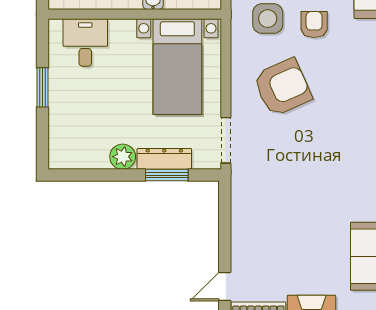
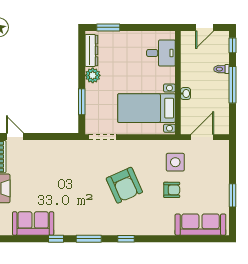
window: (42, 87) -> (108, 27), moved
armchair: (282, 87) -> (124, 185), moved
dresser: (164, 159) -> (91, 50), moved

